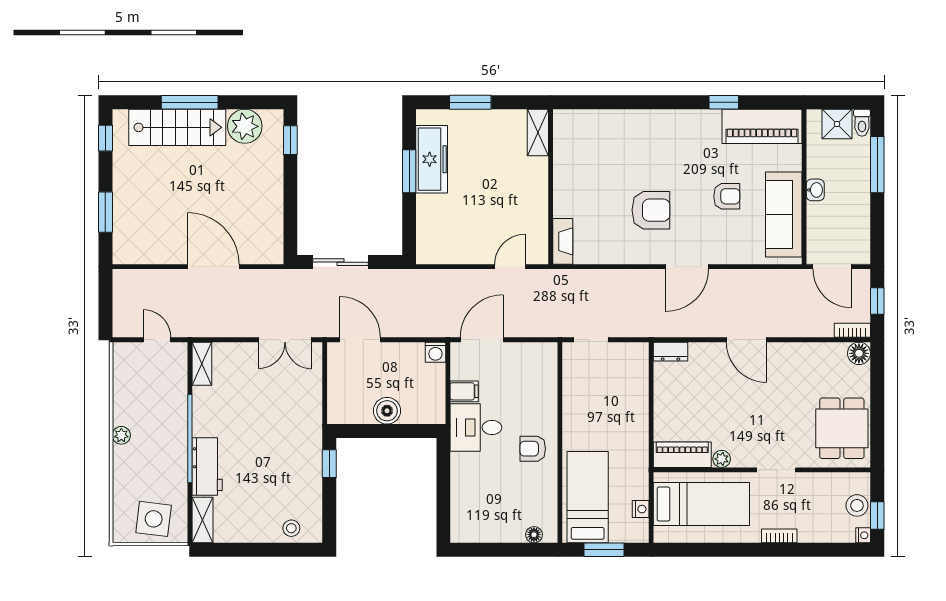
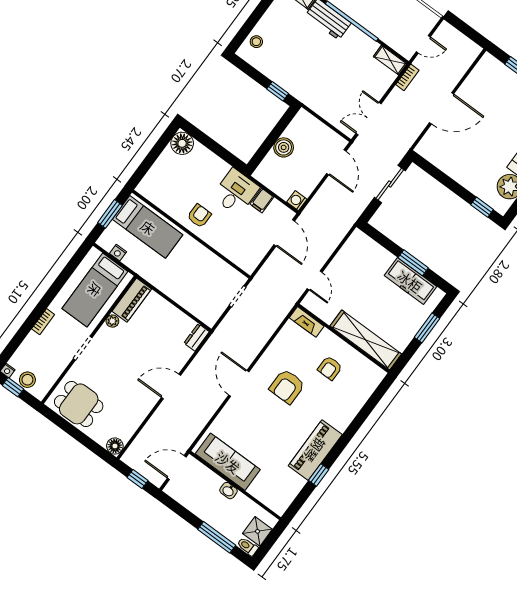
piano: (762, 126) -> (315, 450), moved
shelving: (538, 132) -> (366, 340), width x2.20, depth x1.33
armchair: (727, 196) -> (330, 368), moved
bookcase: (852, 330) -> (407, 77), moved
door: (360, 340) -> (336, 162), hinge flipped
floor lamp: (534, 535) -> (182, 143), moved, width x1.89, depth x1.89

